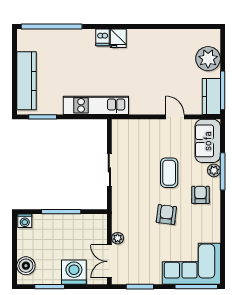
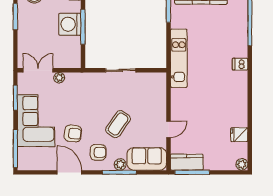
fridge: (118, 38) -> (239, 135), moved
plant: (208, 59) -> (242, 164), moved, width x0.53, depth x0.53
coffee table: (169, 173) -> (118, 124), turned -55
armchair: (166, 215) -> (73, 133), moved
door: (223, 227) -> (69, 172), added
corner sofa: (191, 264) -> (36, 121), moved
washing machine: (74, 272) -> (70, 24), moved, turned 180

